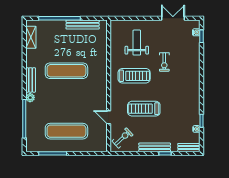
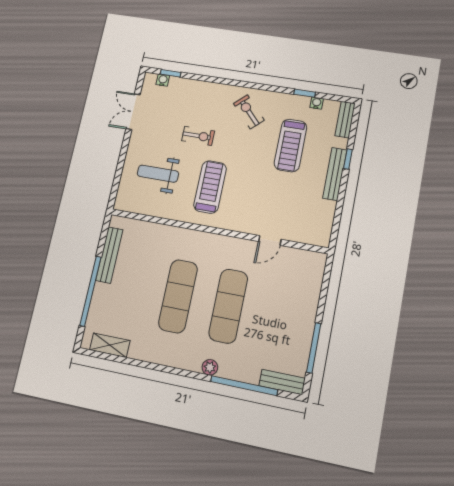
bench: (31, 80) -> (282, 382), moved
treadmill: (144, 109) -> (290, 145), moved
exercise mat: (66, 131) -> (228, 306), moved
exercise bike: (122, 138) -> (249, 112), moved

